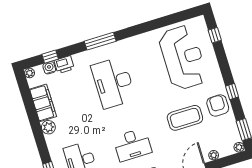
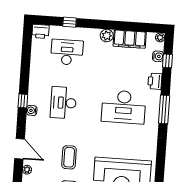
printer: (64, 65) -> (155, 81), moved
desk: (113, 83) -> (124, 107), turned 180
coffee table: (185, 118) -> (69, 157), width x0.73, depth x0.76

